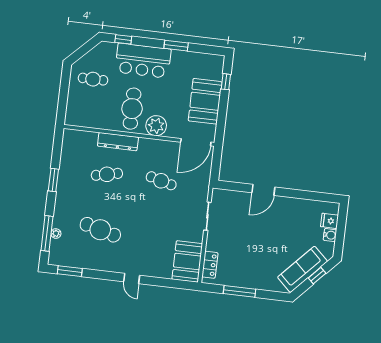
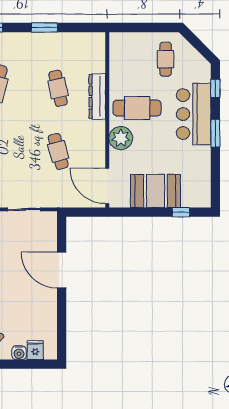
window: (176, 46) -> (215, 133), moved
cafe table: (161, 181) -> (58, 151), turned -30
door: (263, 190) -> (62, 270), width x1.36

